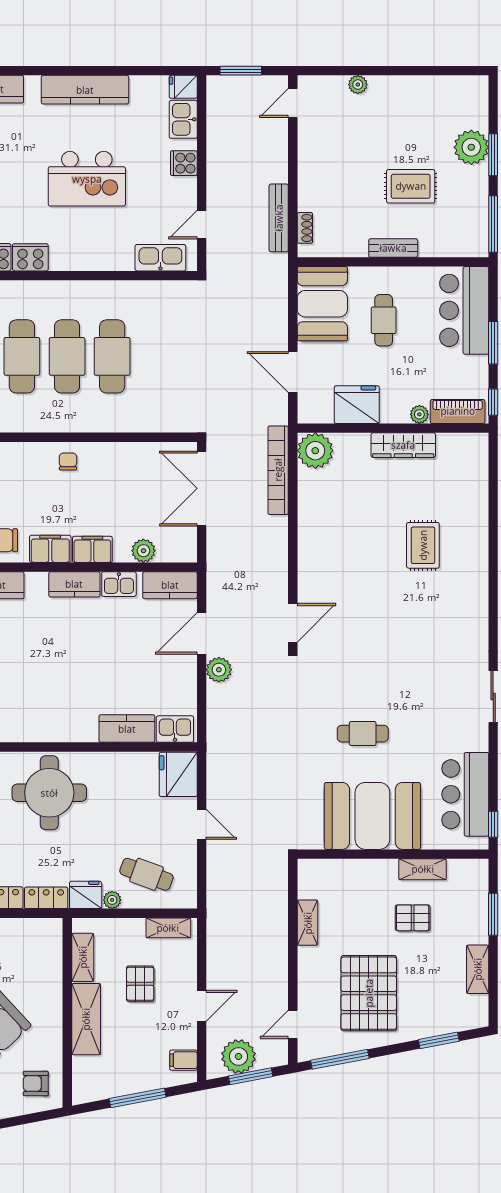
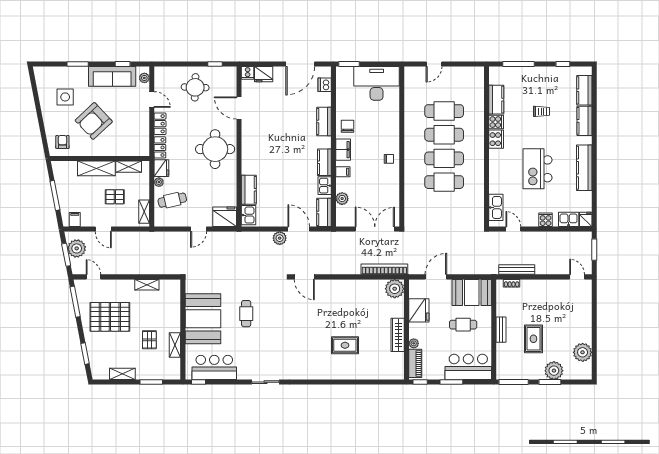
plant: (358, 85) -> (583, 352), moved, width x1.88, depth x1.88
filing cabinet: (92, 549) -> (343, 172), width x0.50
cafe table: (146, 874) -> (172, 200), turned 57

